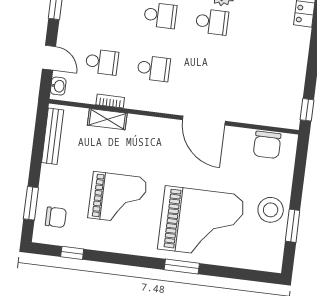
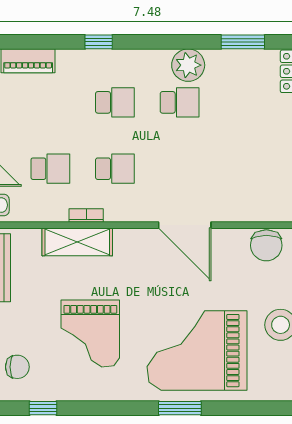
bookcase: (110, 101) -> (86, 216), moved
shelving: (107, 119) -> (77, 242), width x1.50, depth x1.33
grand piano: (118, 198) -> (90, 334), turned 90
grand piano: (201, 222) -> (197, 351), turned 180

